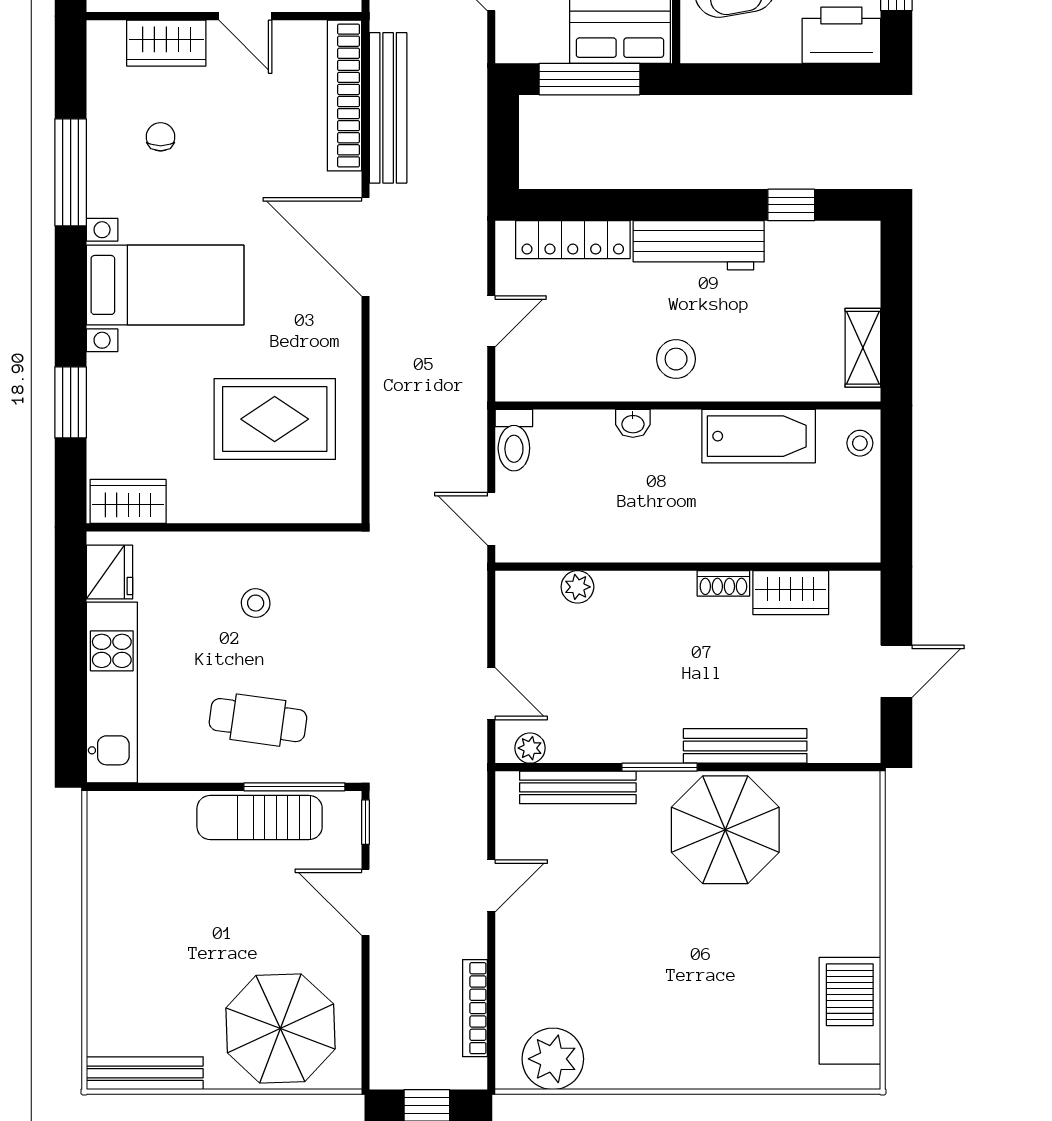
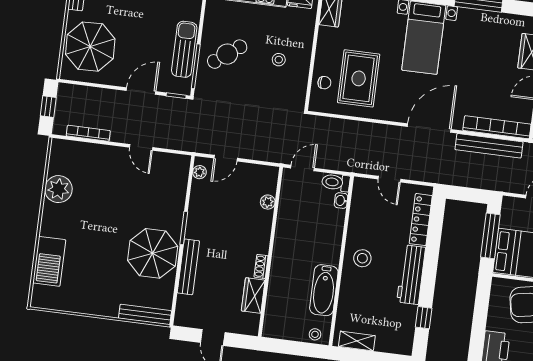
chair: (161, 137) -> (324, 83), moved
washbasin: (633, 423) -> (341, 201), moved
cafe table: (258, 720) -> (227, 54), turned 45
bench: (578, 787) -> (145, 315), moved, turned 90
barbecue: (850, 1011) -> (49, 261), moved, turned 90
plant: (553, 1059) -> (58, 189), moved

